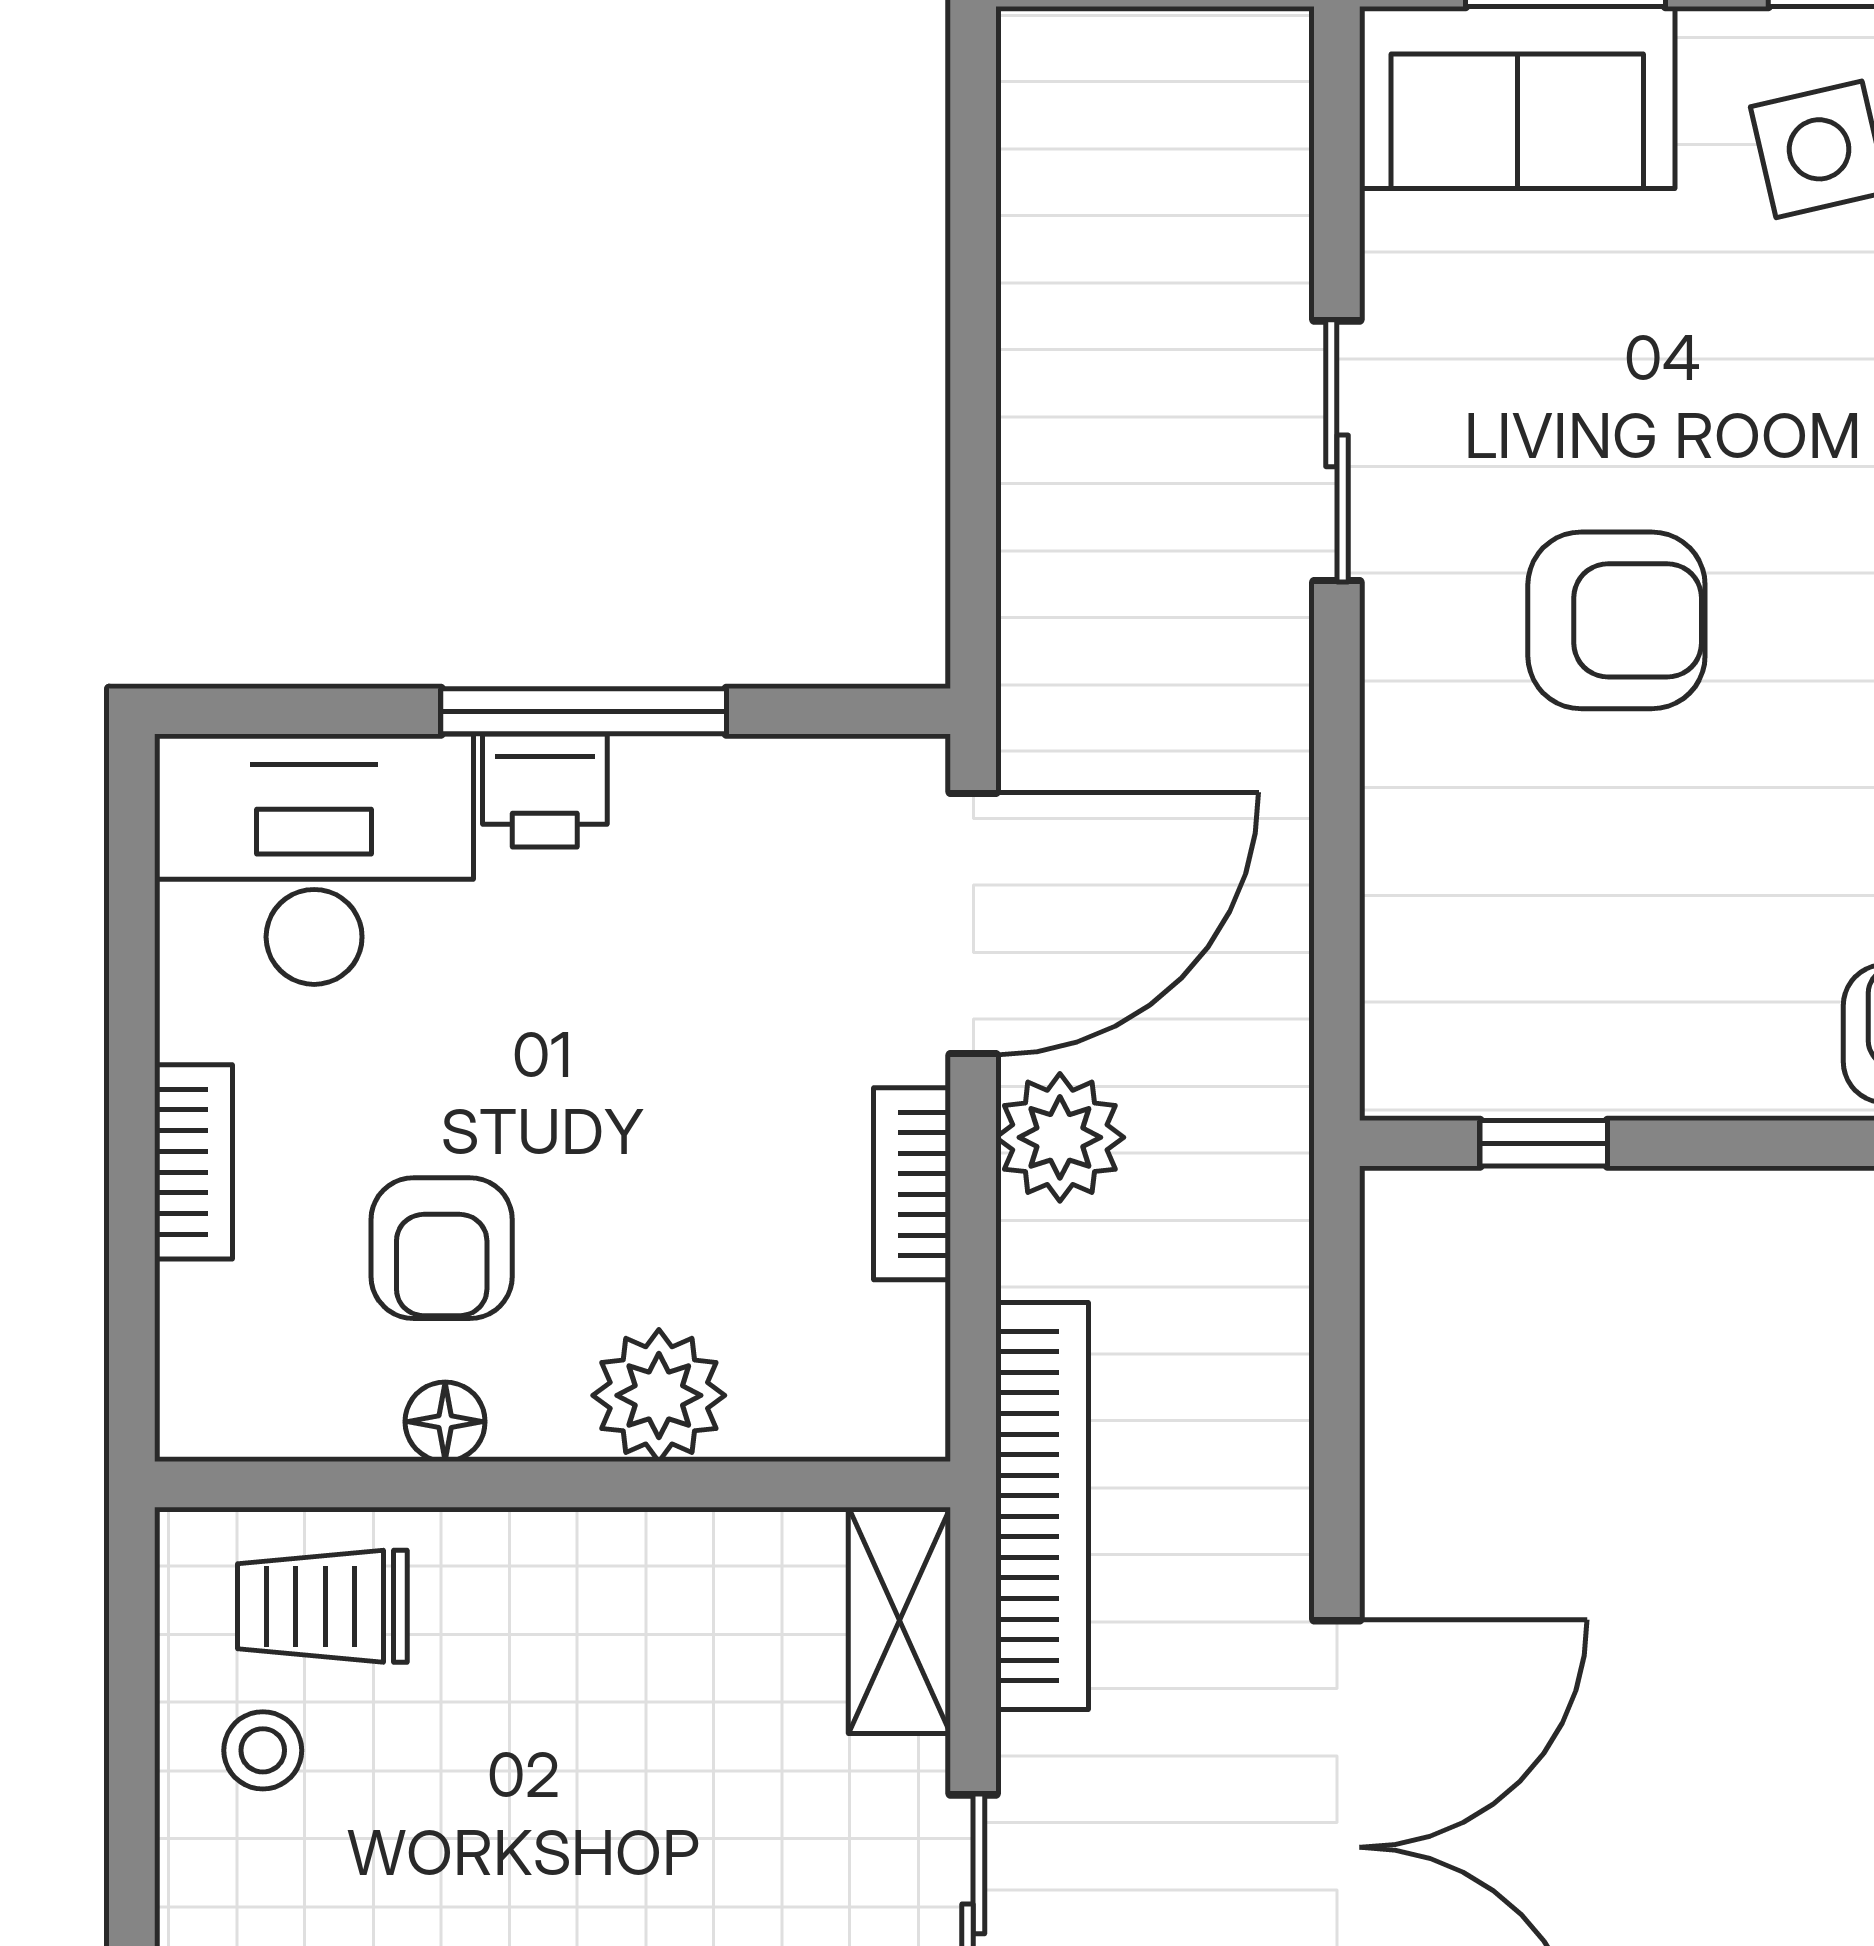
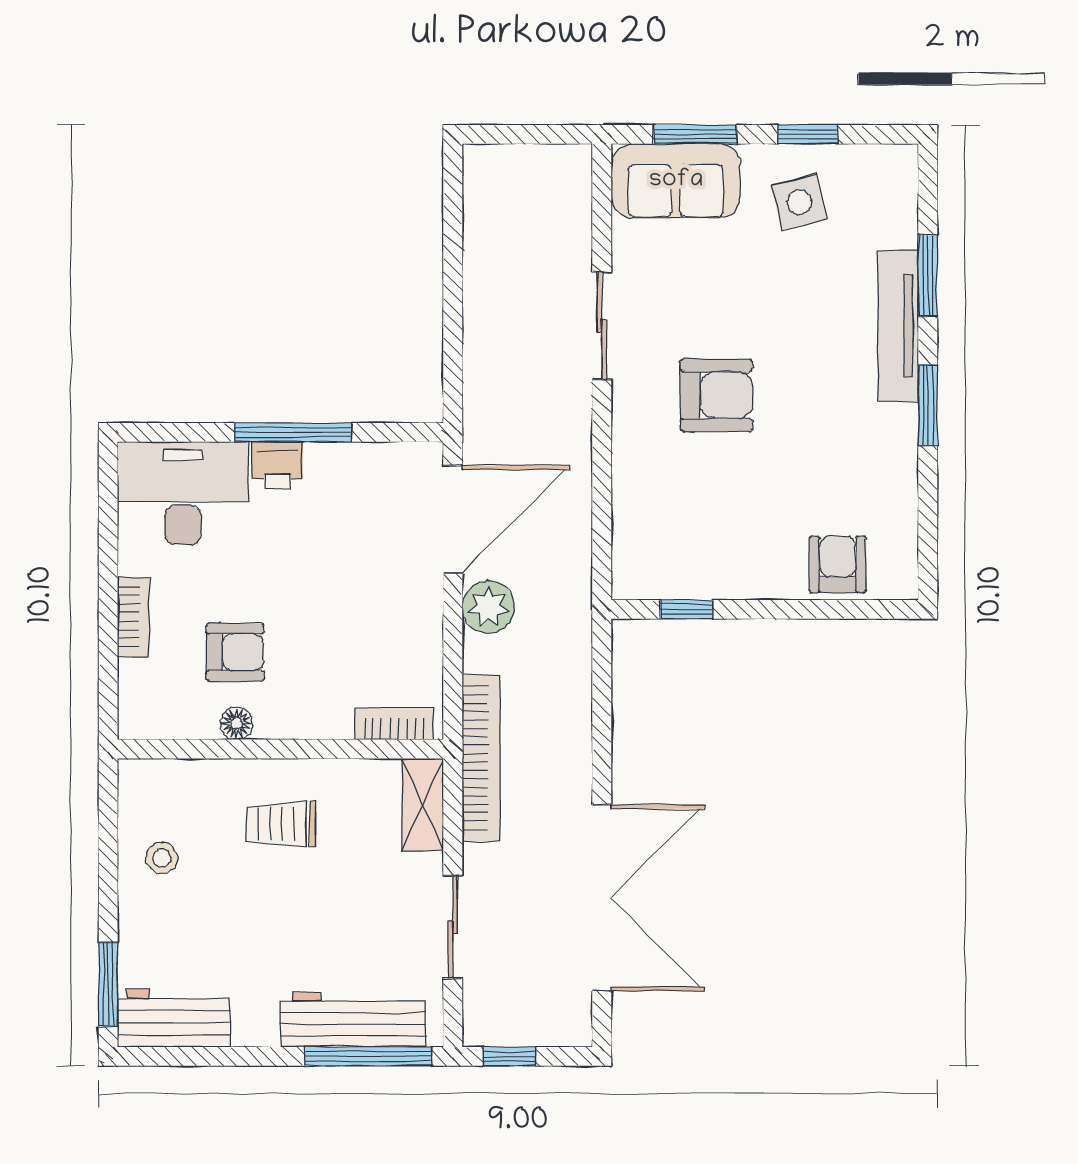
bookcase: (912, 1184) -> (394, 724), moved, turned 90
armchair: (442, 1248) -> (235, 652), turned -90
plant: (659, 1395) -> (324, 713), removed
trolley: (322, 1606) -> (281, 824), moved

